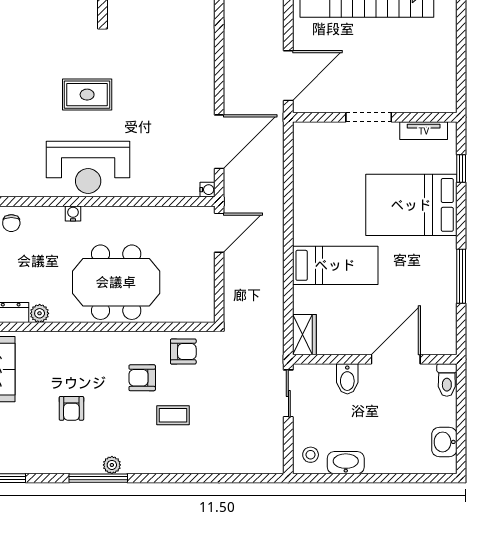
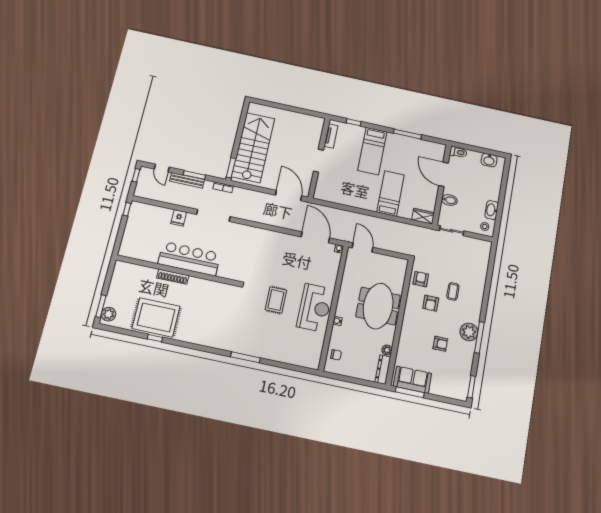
bed: (411, 205) -> (372, 151), width x0.67
plant: (112, 465) -> (469, 332), width x1.87, depth x1.87

